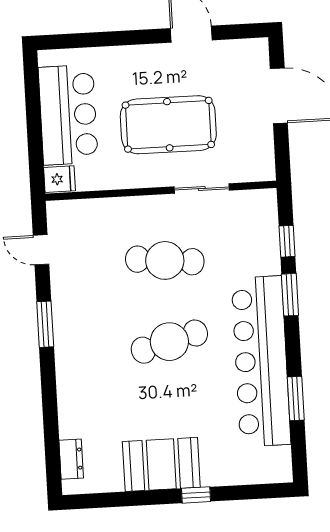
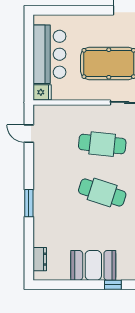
window: (45, 324) -> (29, 203), moved
cafe table: (169, 342) -> (102, 192), turned 33

